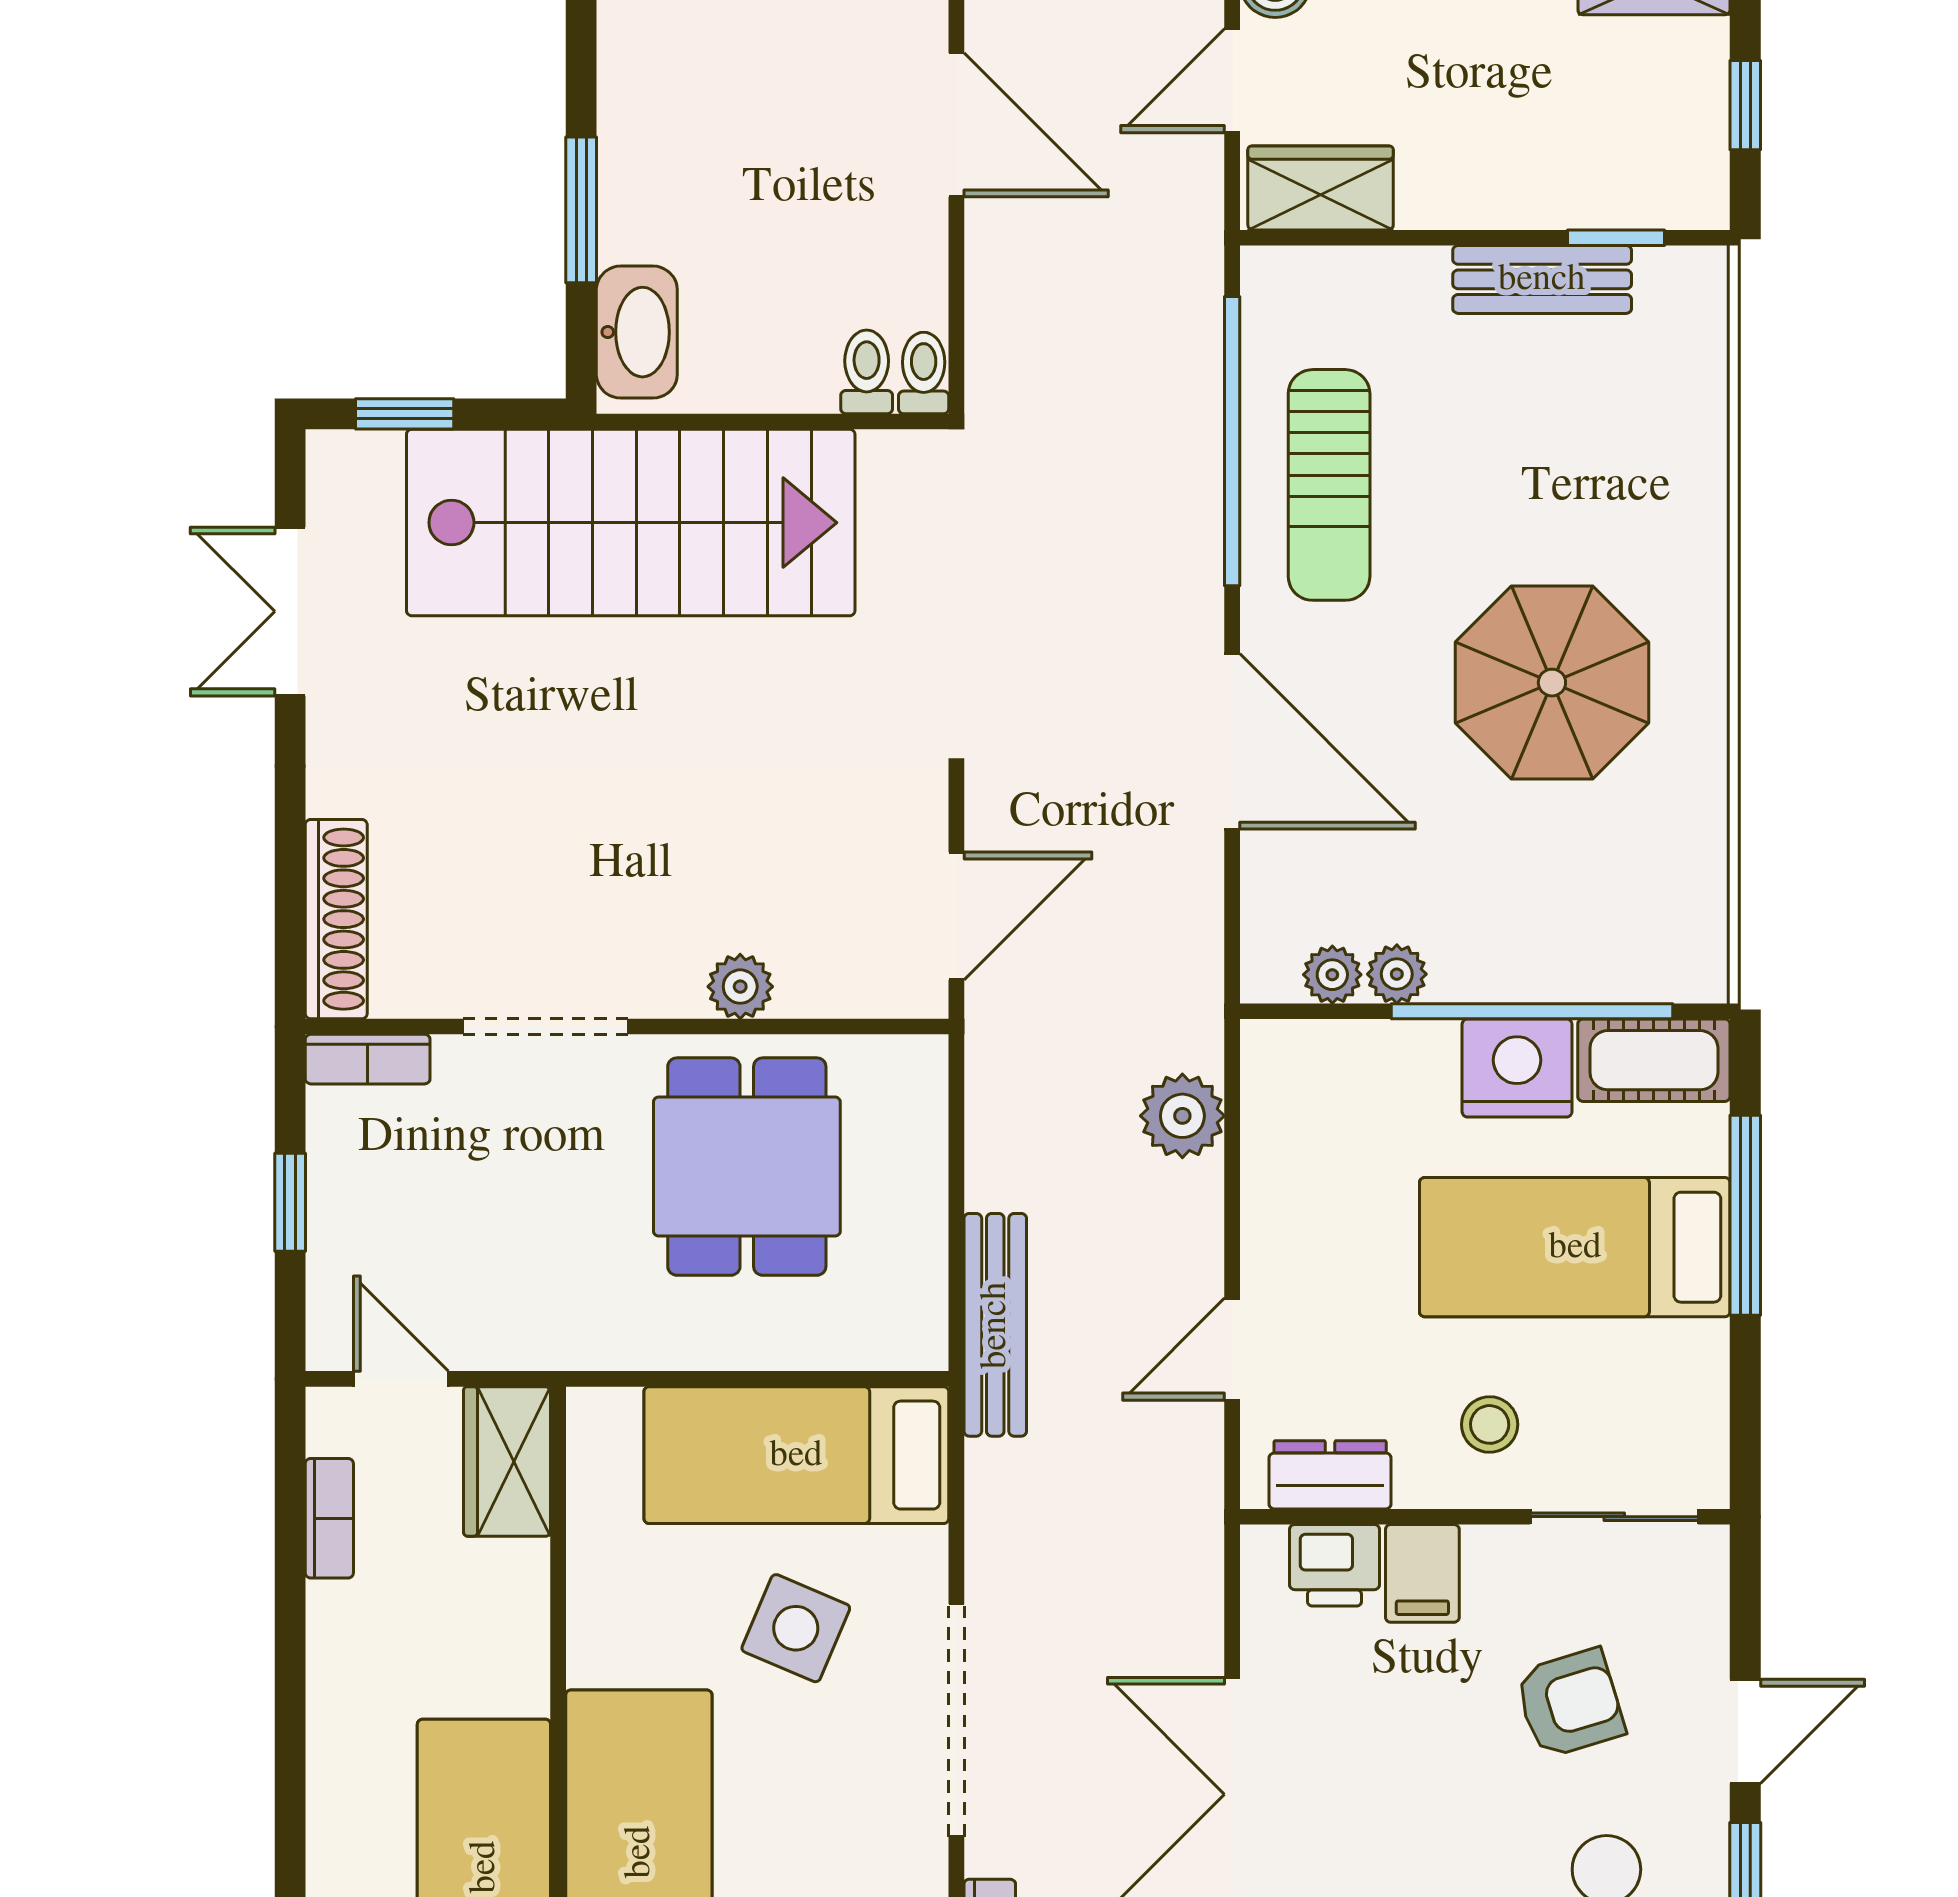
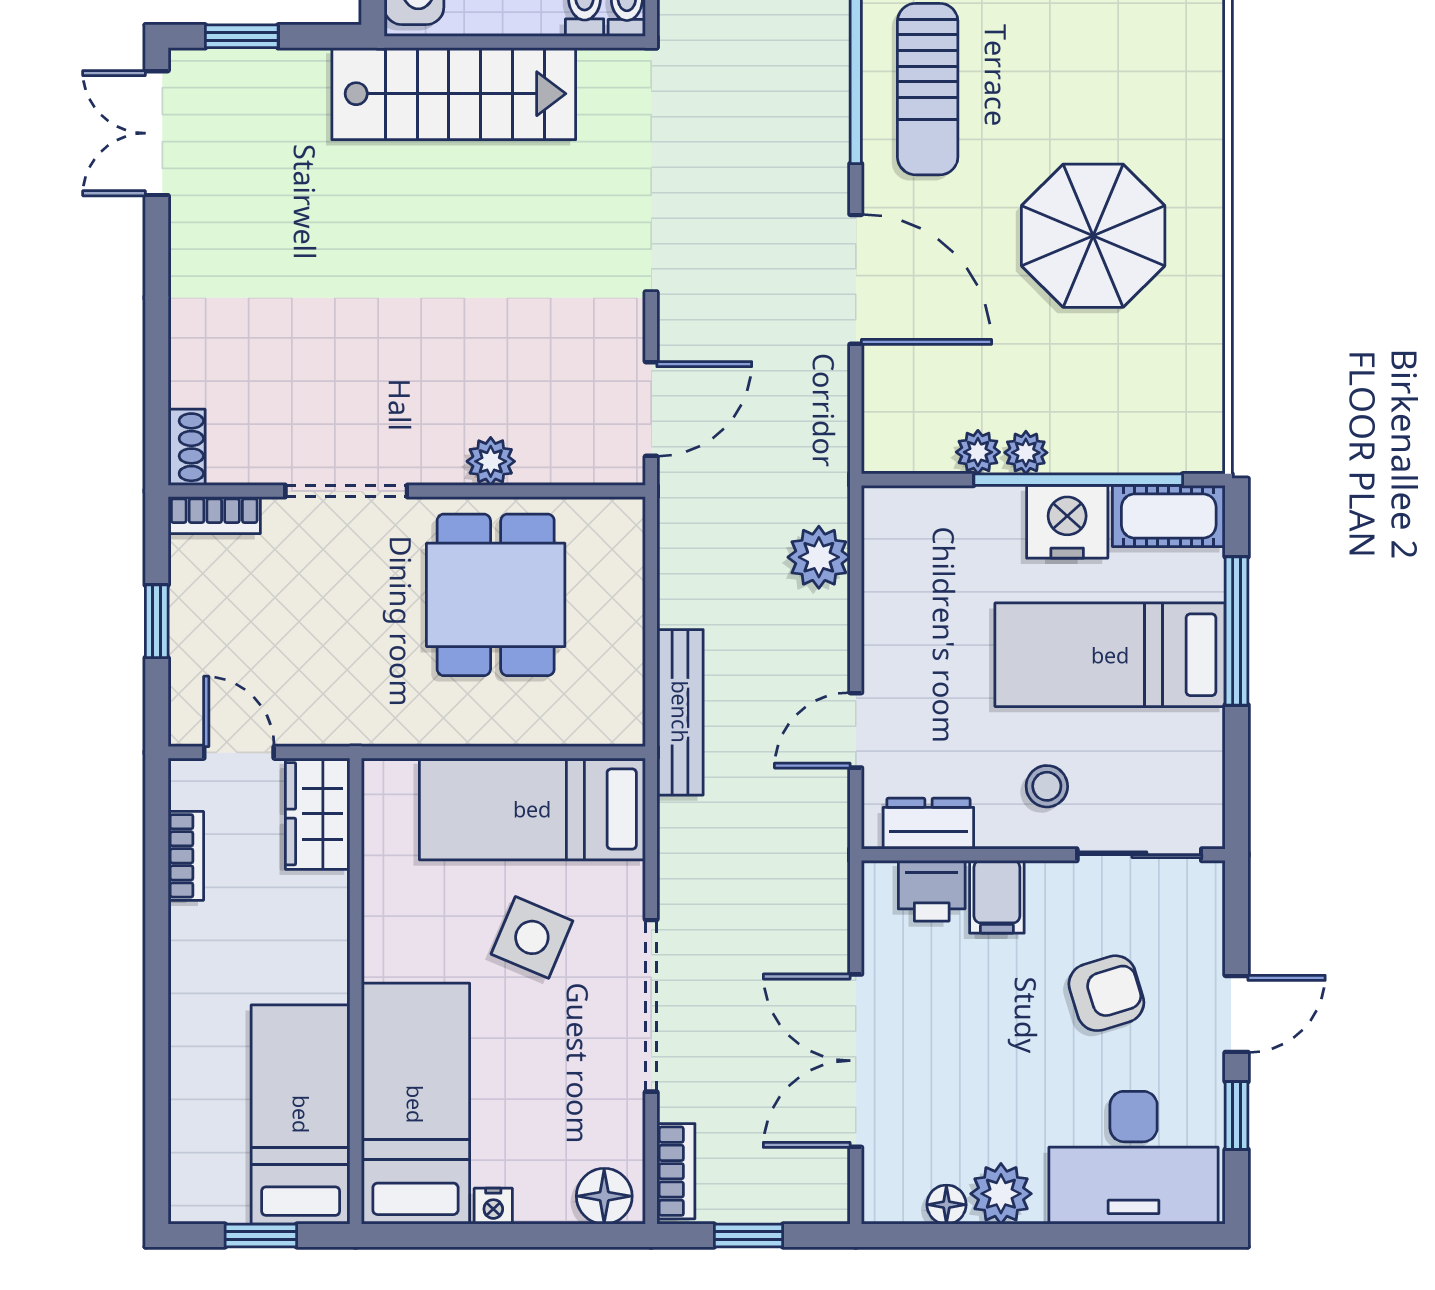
stairs: (631, 523) -> (454, 94), width x0.73, depth x0.66
double door: (290, 611) -> (157, 133), moved
shoe rack: (336, 919) -> (187, 447), width x0.51, depth x0.81
plant: (1332, 975) -> (1026, 453), moved

